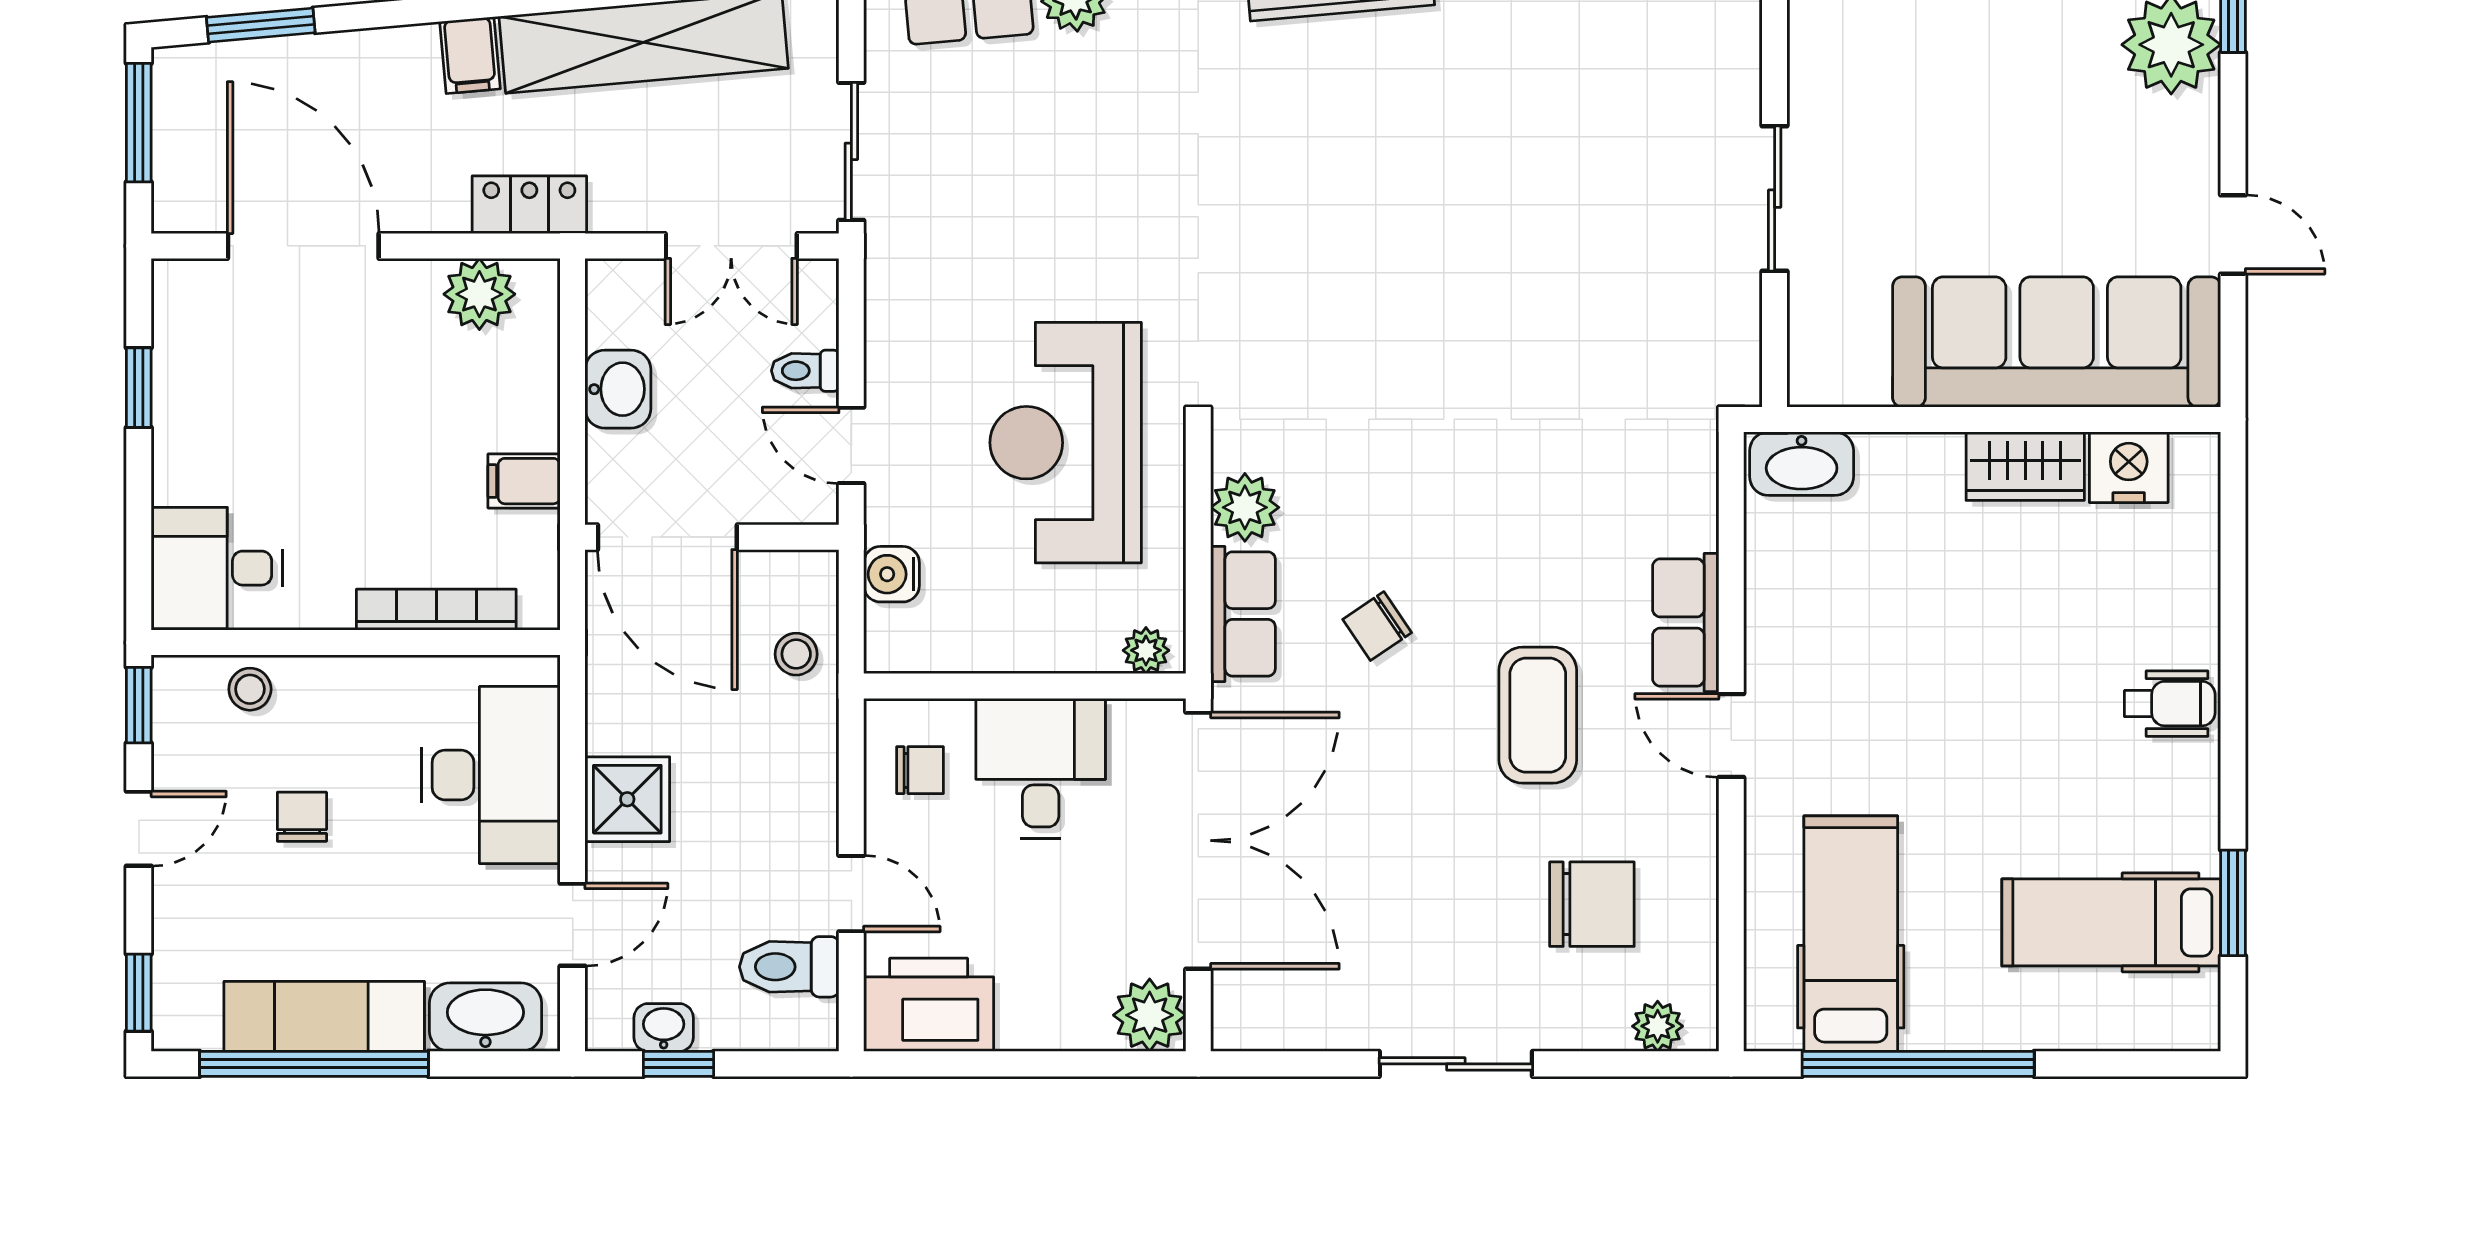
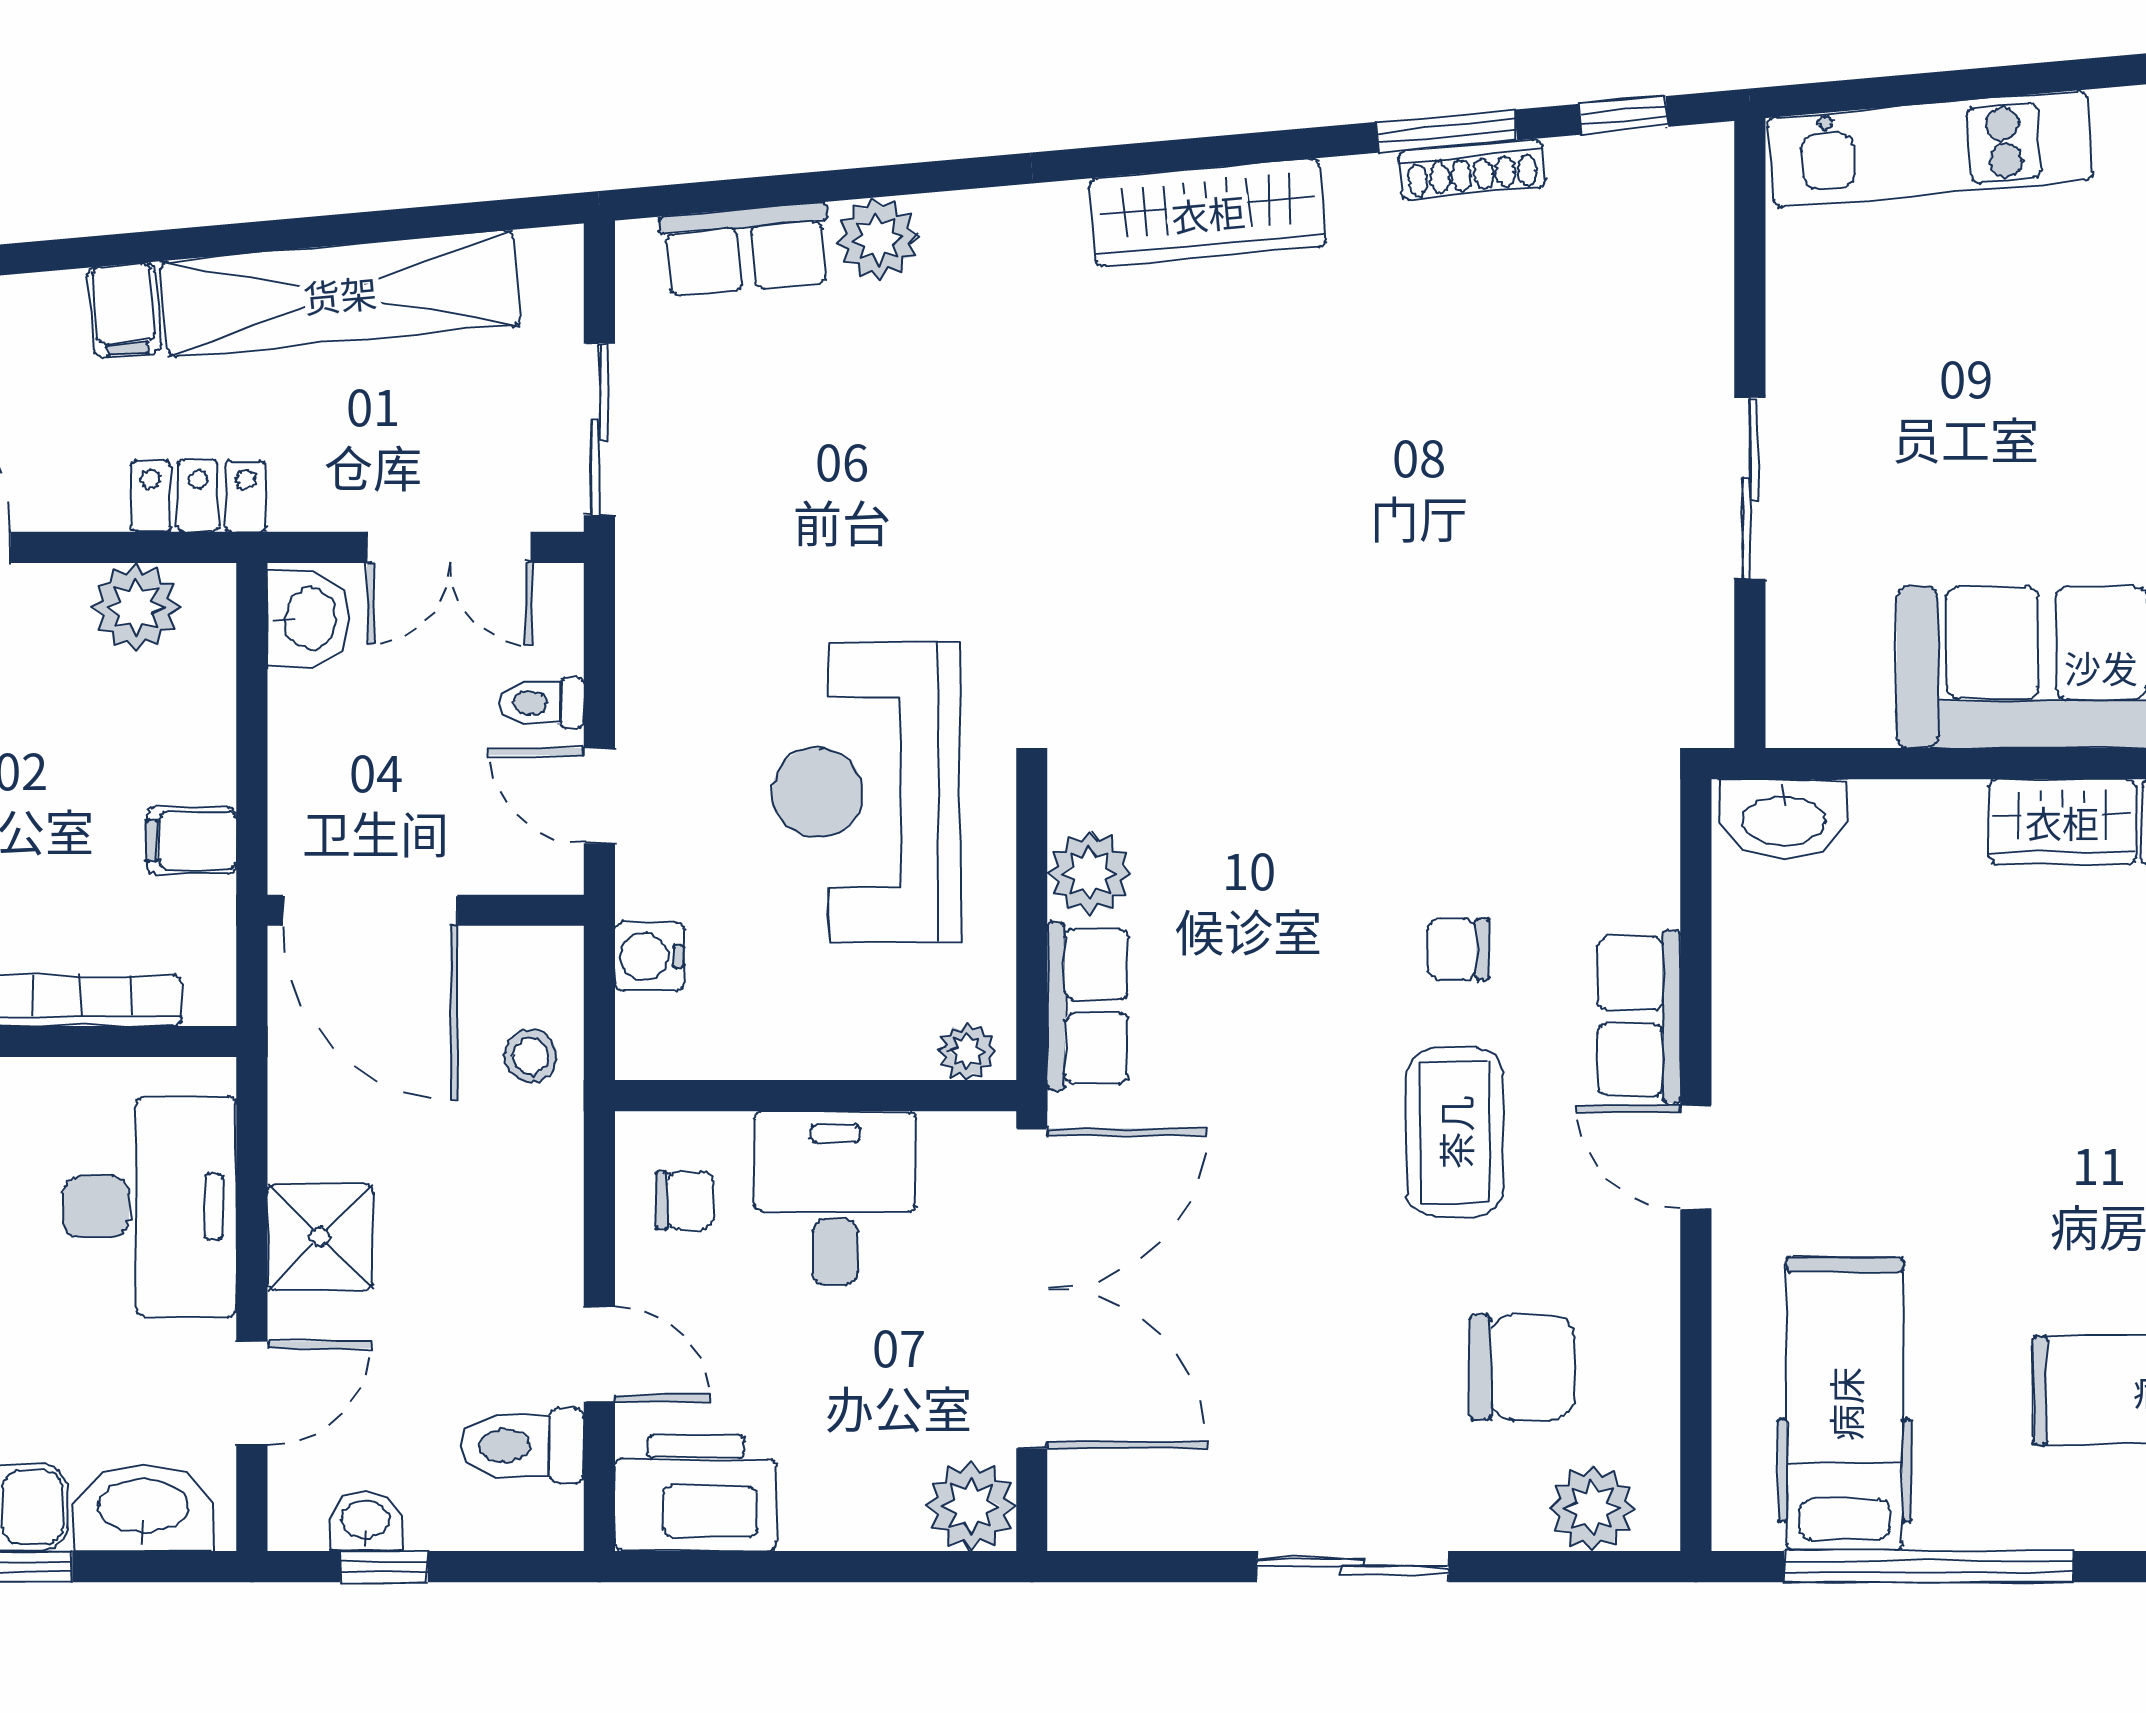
washbasin: (618, 389) -> (308, 619), moved
chair: (1377, 626) -> (1458, 949), moved, turned 34
plant: (1658, 1026) -> (1592, 1508), width x1.38, depth x1.38

